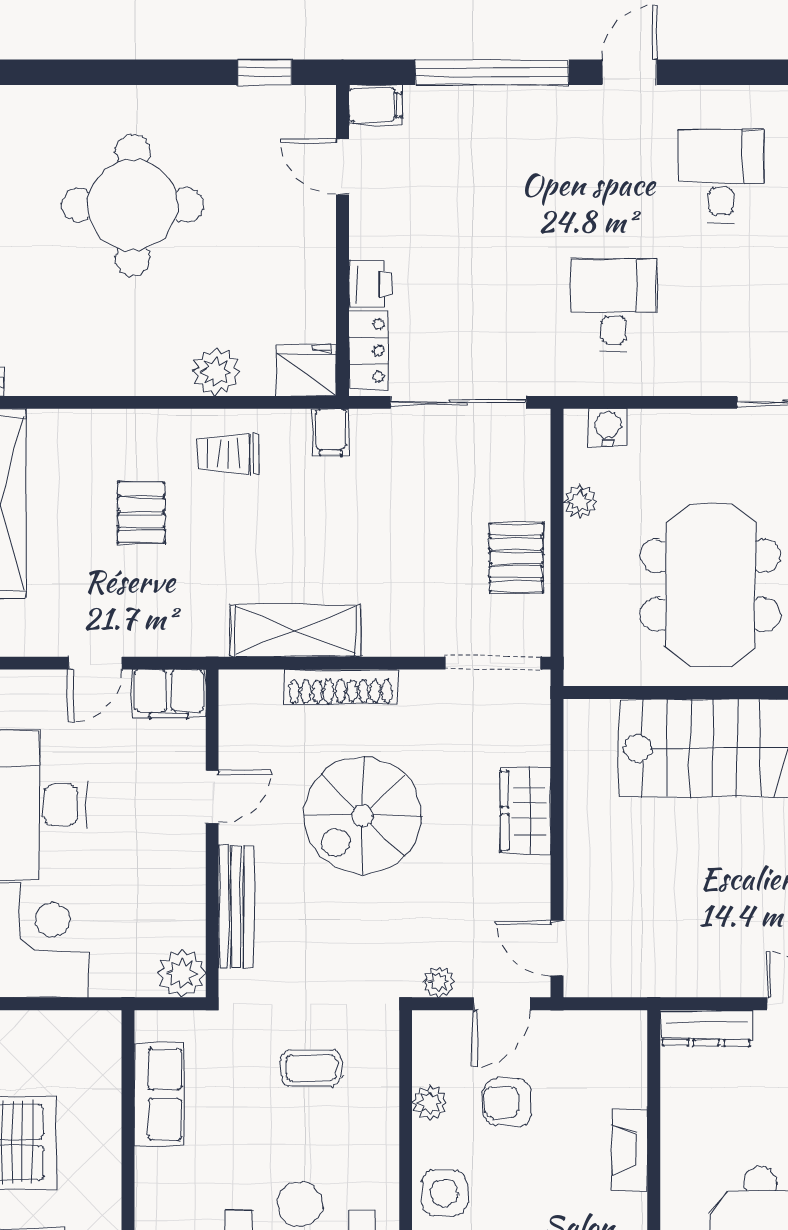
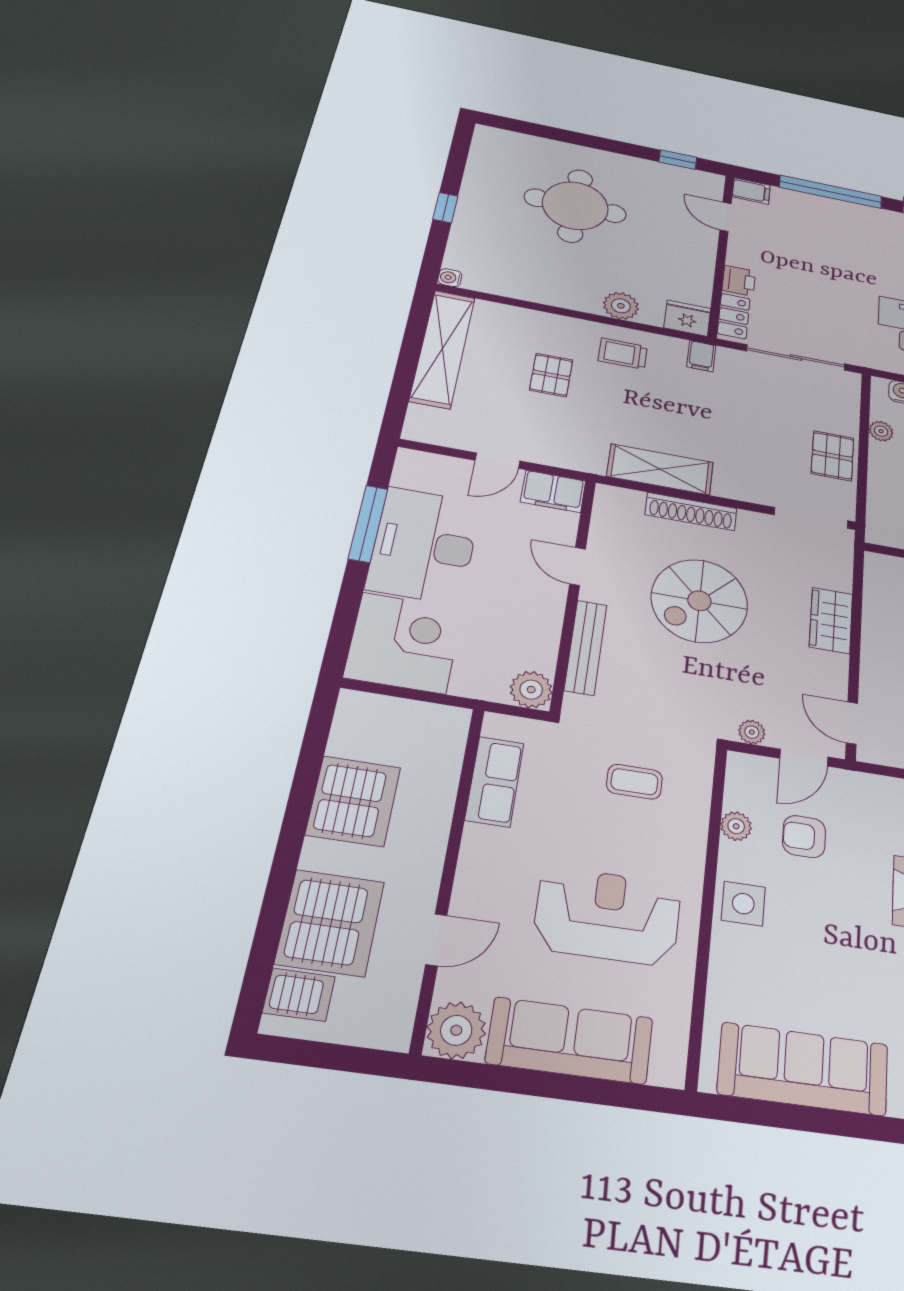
door: (212, 797) -> (578, 566), swing flipped

